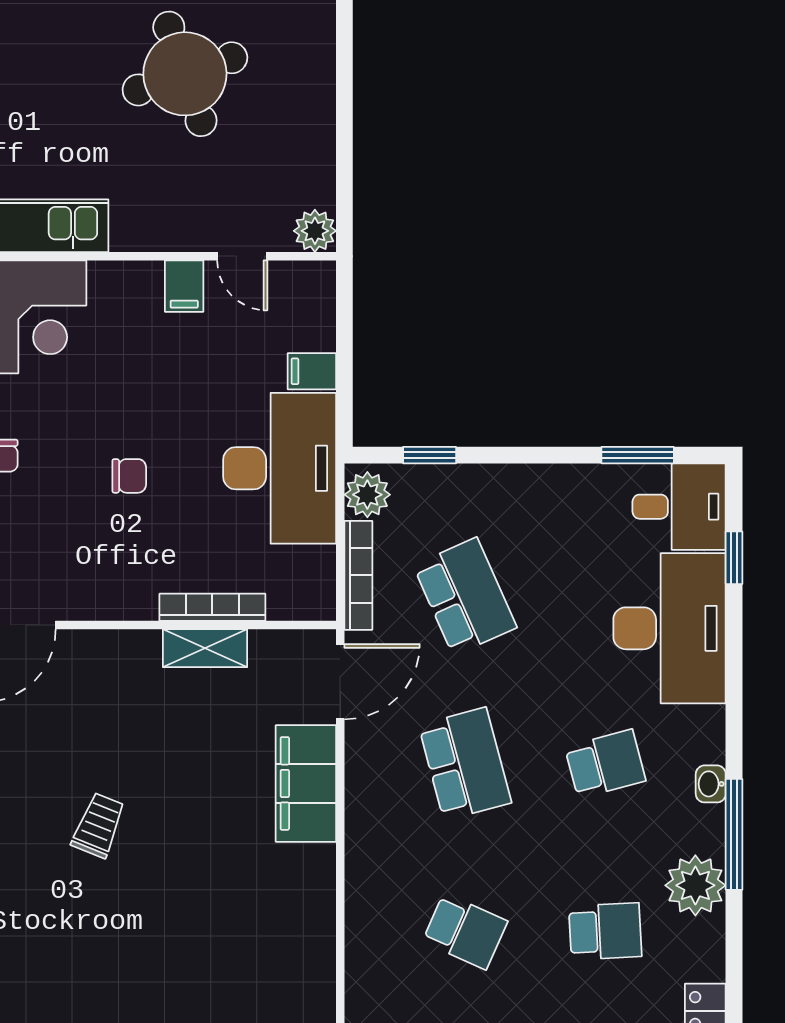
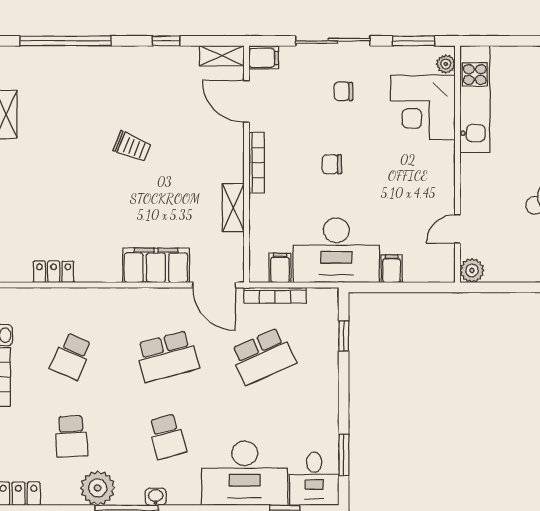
filing cabinet: (184, 286) -> (280, 268), moved, turned 90
chair: (129, 476) -> (332, 164), turned 90
plant: (367, 495) -> (321, 300), removed
bookcase: (212, 607) -> (257, 163), moved
locker: (317, 962) -> (54, 272), added

